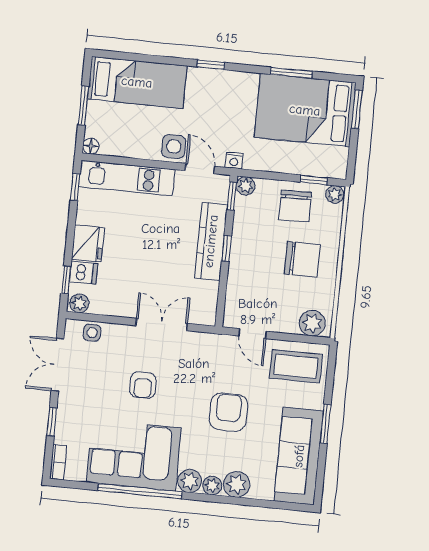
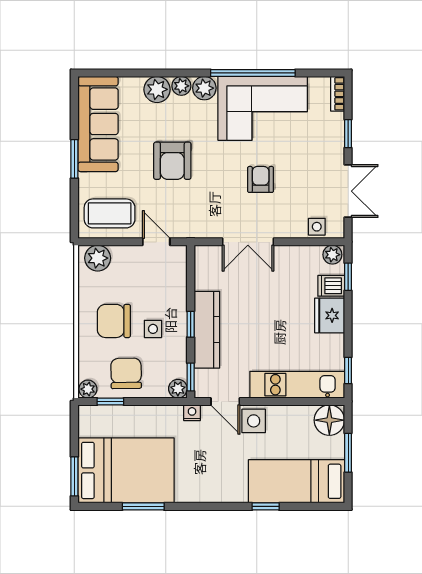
window: (211, 65) -> (266, 506), moved
floor lamp: (91, 146) -> (329, 420), width x1.89, depth x1.89
side table: (264, 248) -> (153, 329), added

